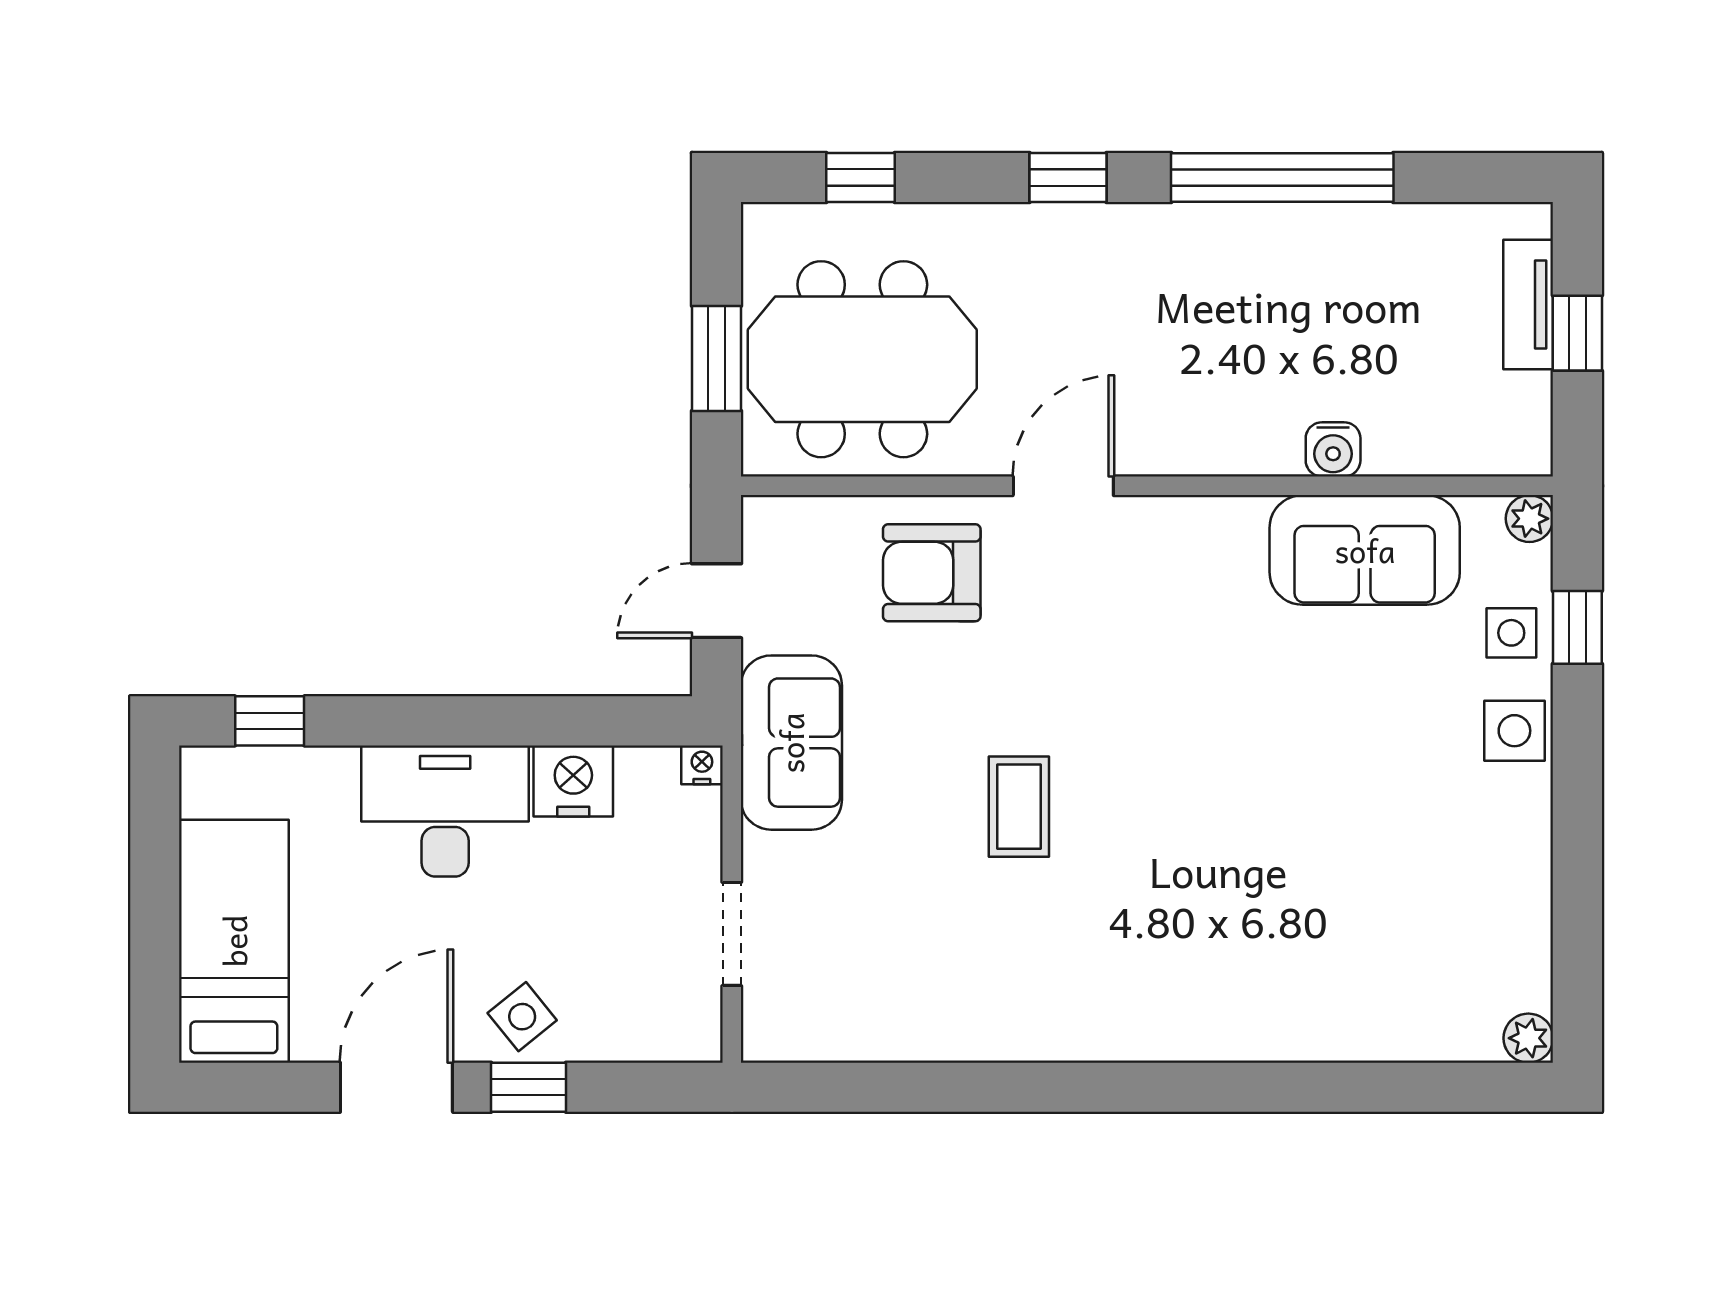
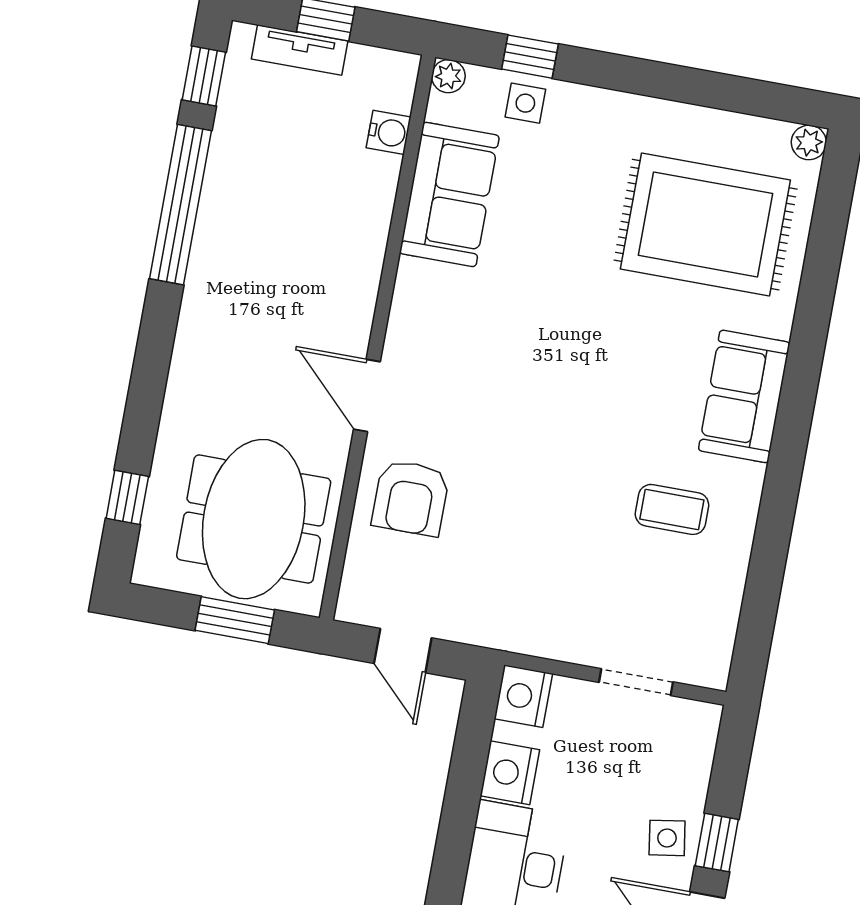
window: (1068, 177) -> (204, 76), moved
water cooler: (1333, 449) -> (389, 132), moved
side table: (1514, 731) -> (594, 113), removed
sofa: (791, 743) -> (744, 396), moved, turned -90
nightstand: (702, 765) -> (523, 696), width x1.89, depth x1.79
coffee table: (1019, 807) -> (672, 509), moved
rug: (1388, 915) -> (705, 224), added
side table: (522, 1017) -> (667, 838), turned 30

